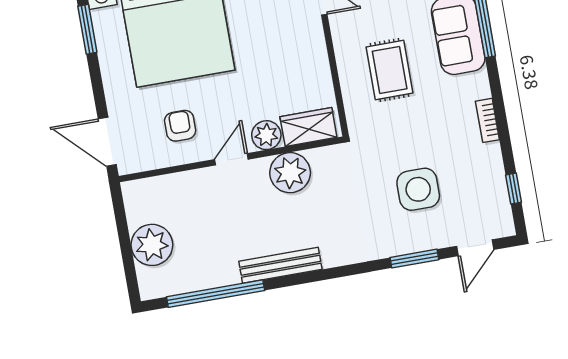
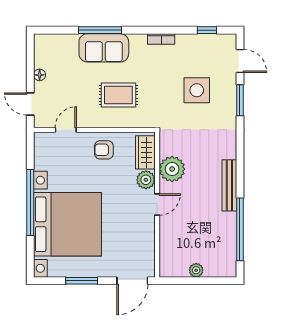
window: (87, 29) -> (82, 281), moved
armchair: (180, 126) -> (104, 150), moved
door: (231, 159) -> (157, 204), swing flipped
plant: (152, 245) -> (196, 270), width x0.53, depth x0.53

